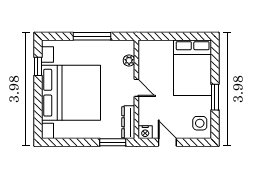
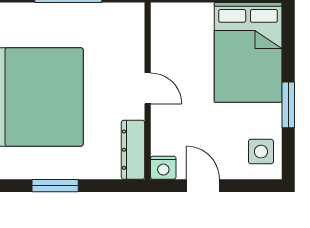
plant: (129, 60) -> (134, 39), removed
window: (113, 142) -> (55, 186), moved

